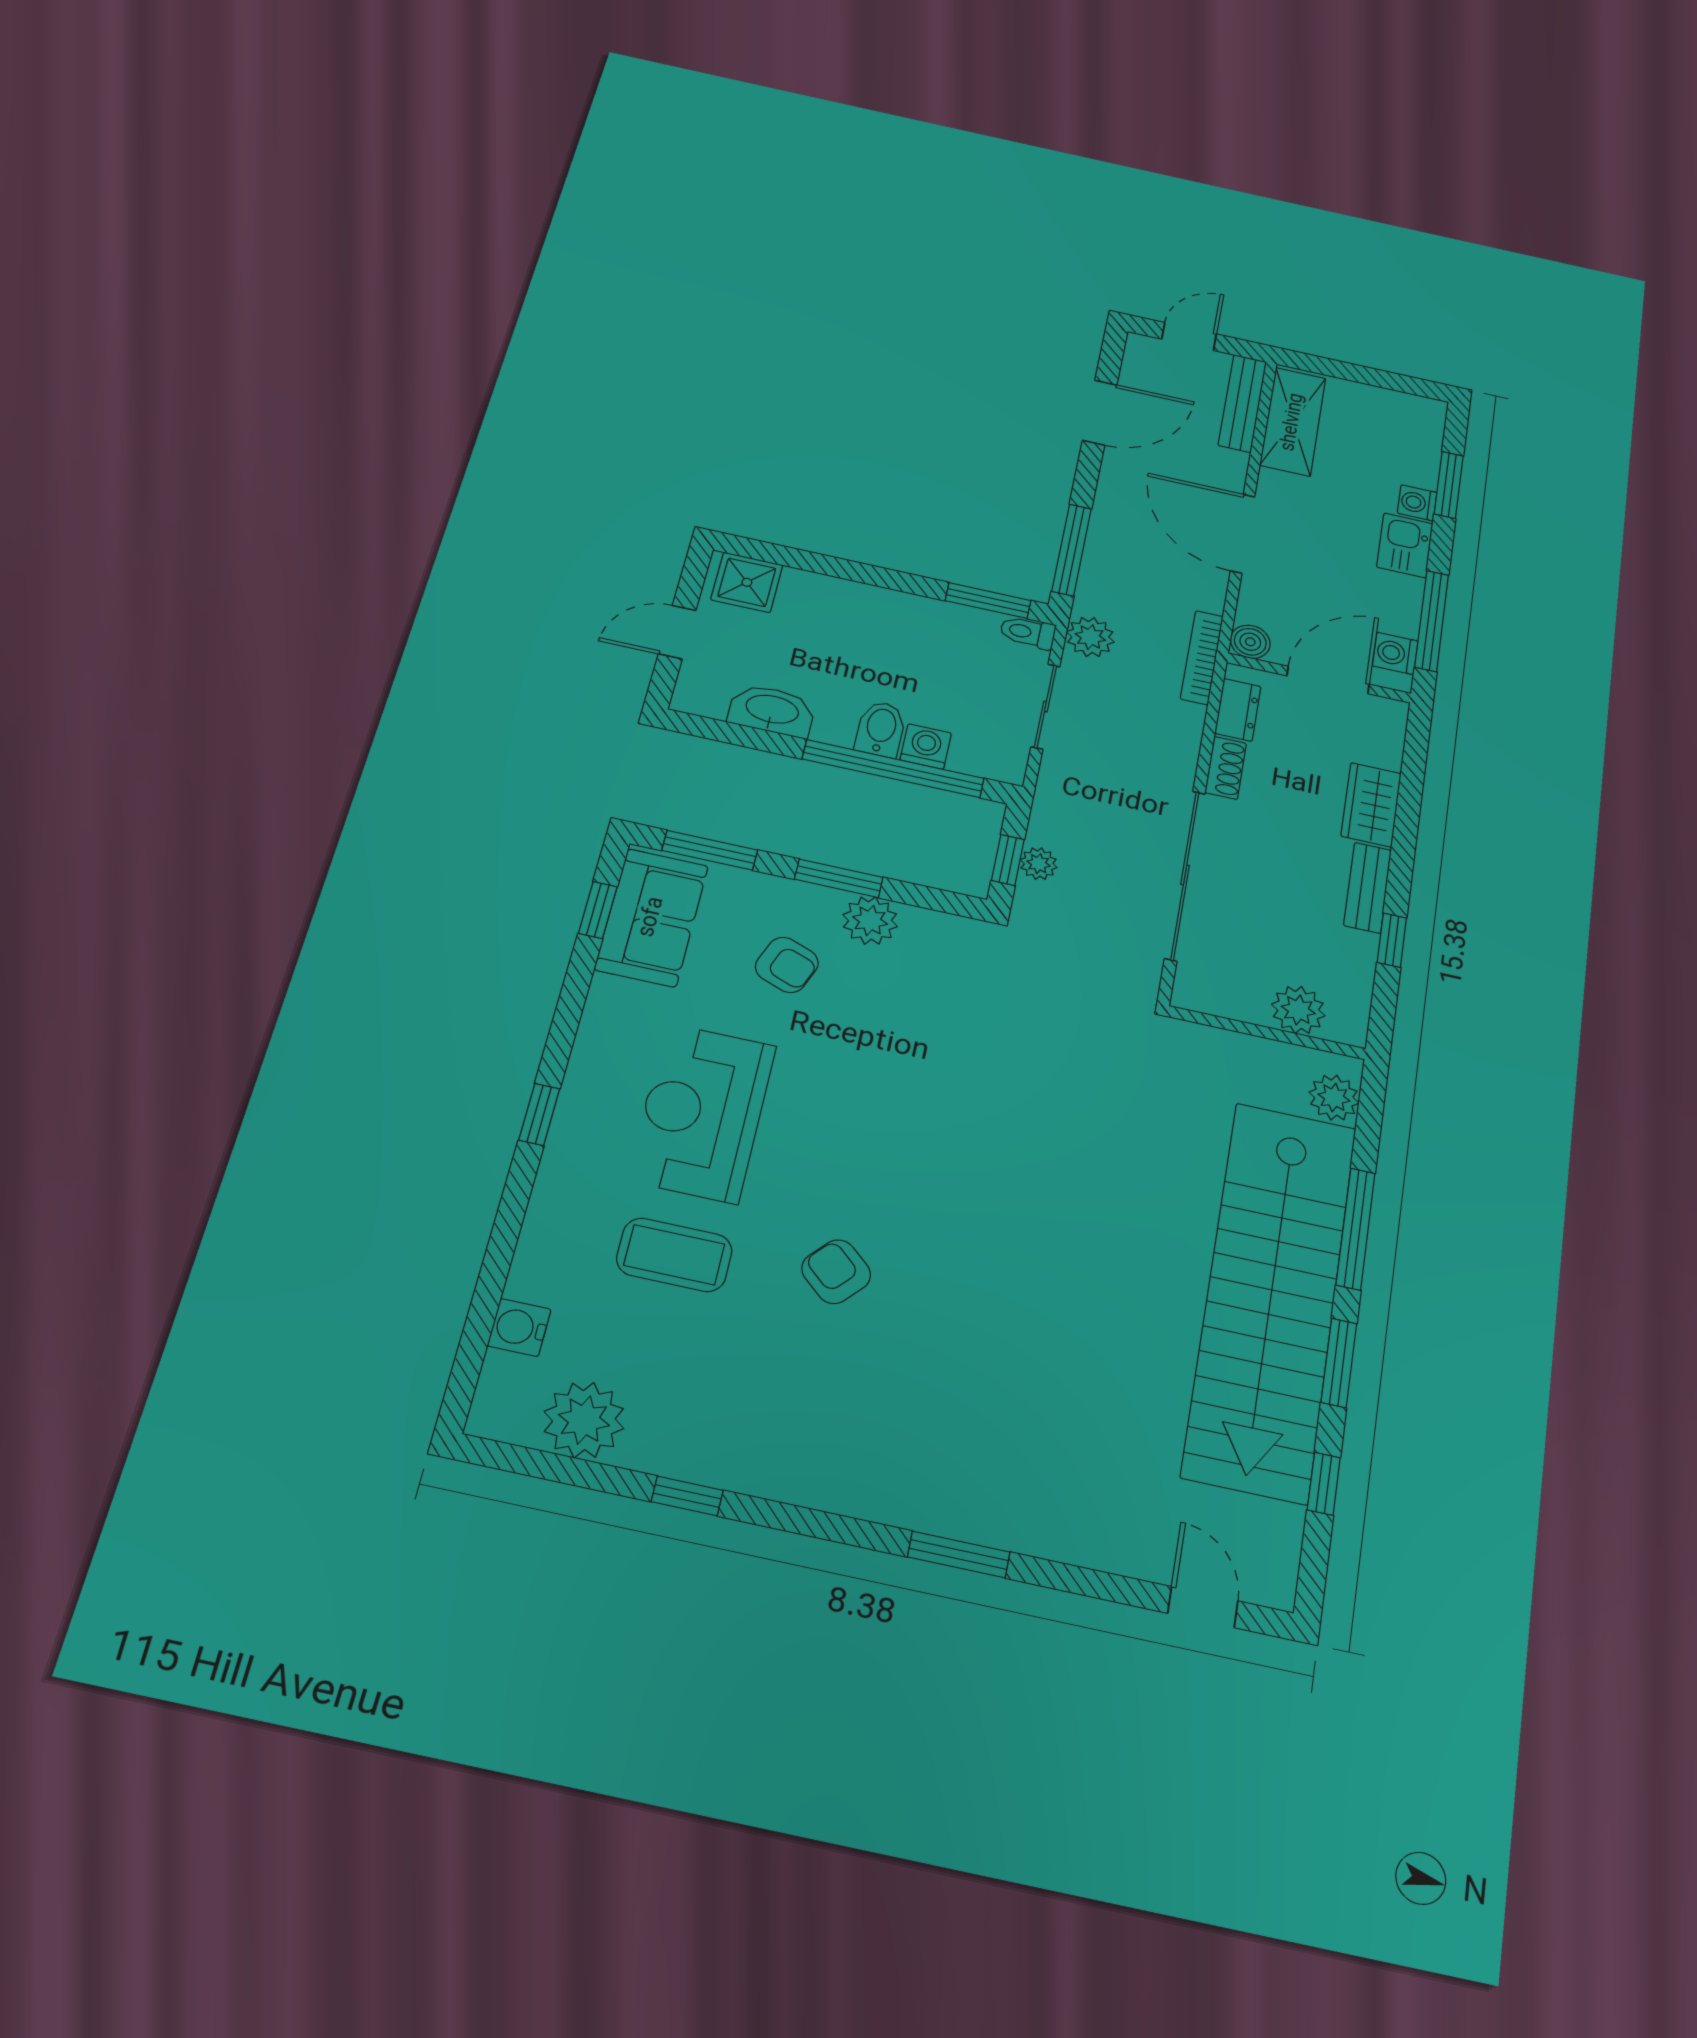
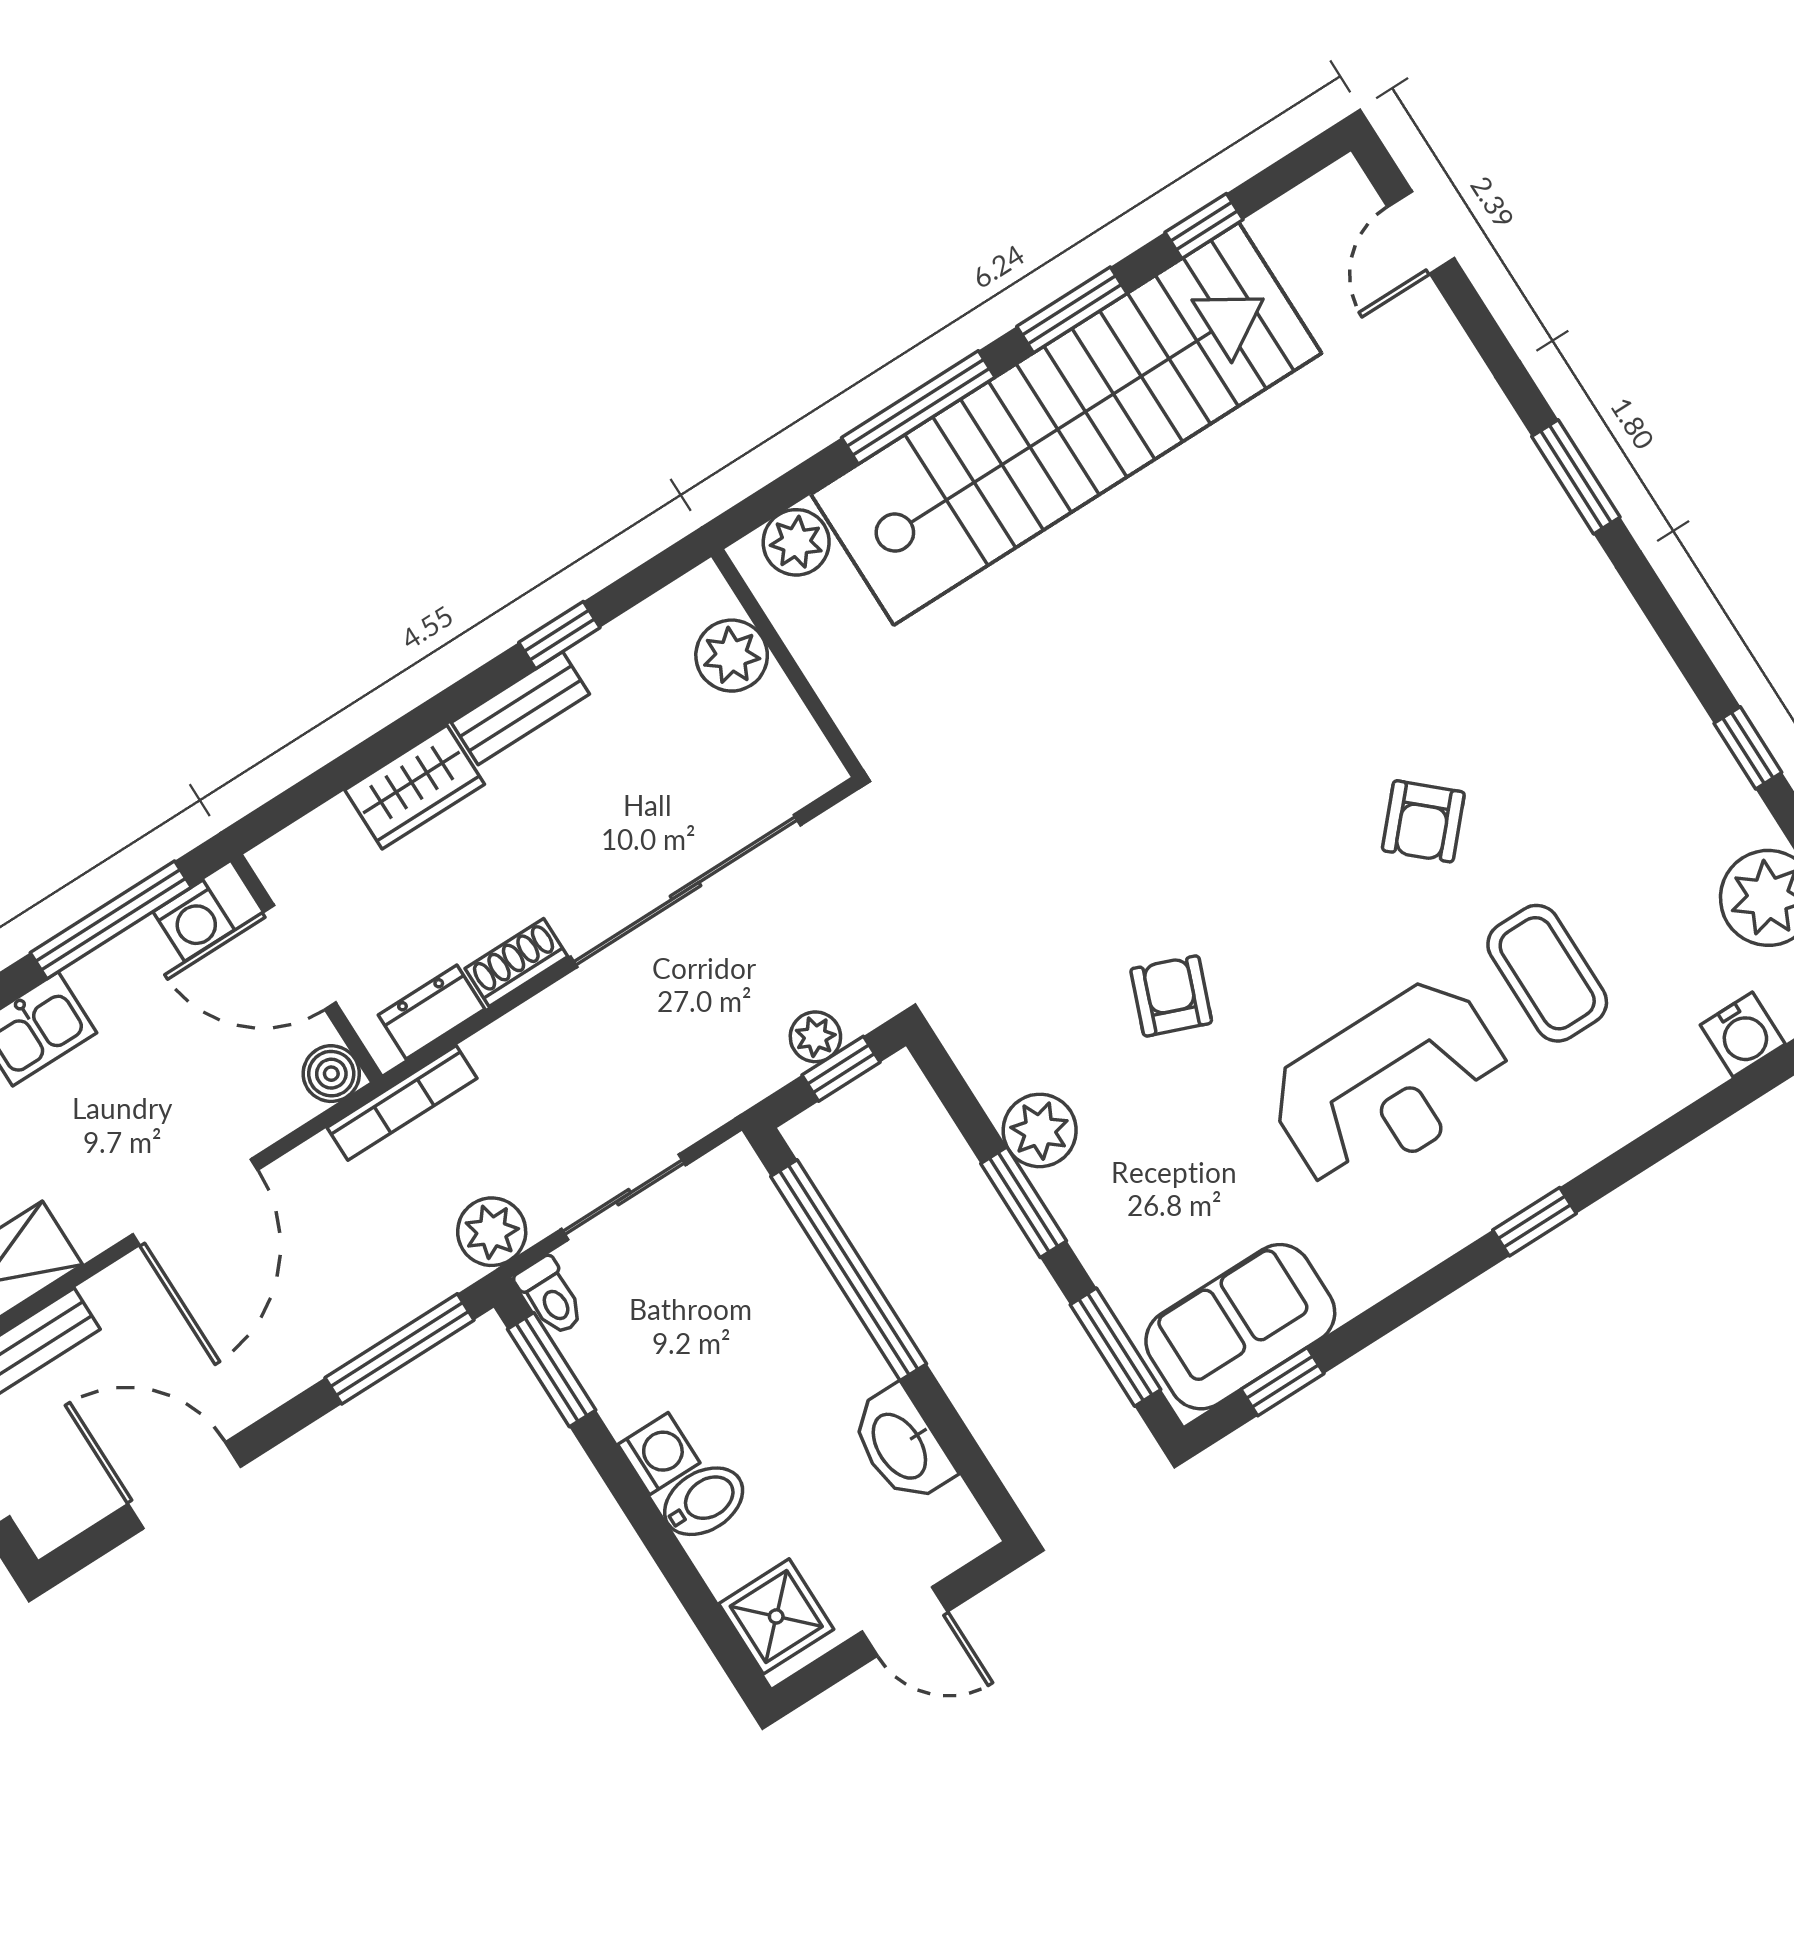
bidet: (881, 729) -> (704, 1501), moved, turned 180
washing machine: (926, 747) -> (659, 1454), moved, turned 180
armchair: (787, 965) -> (1171, 996), moved

